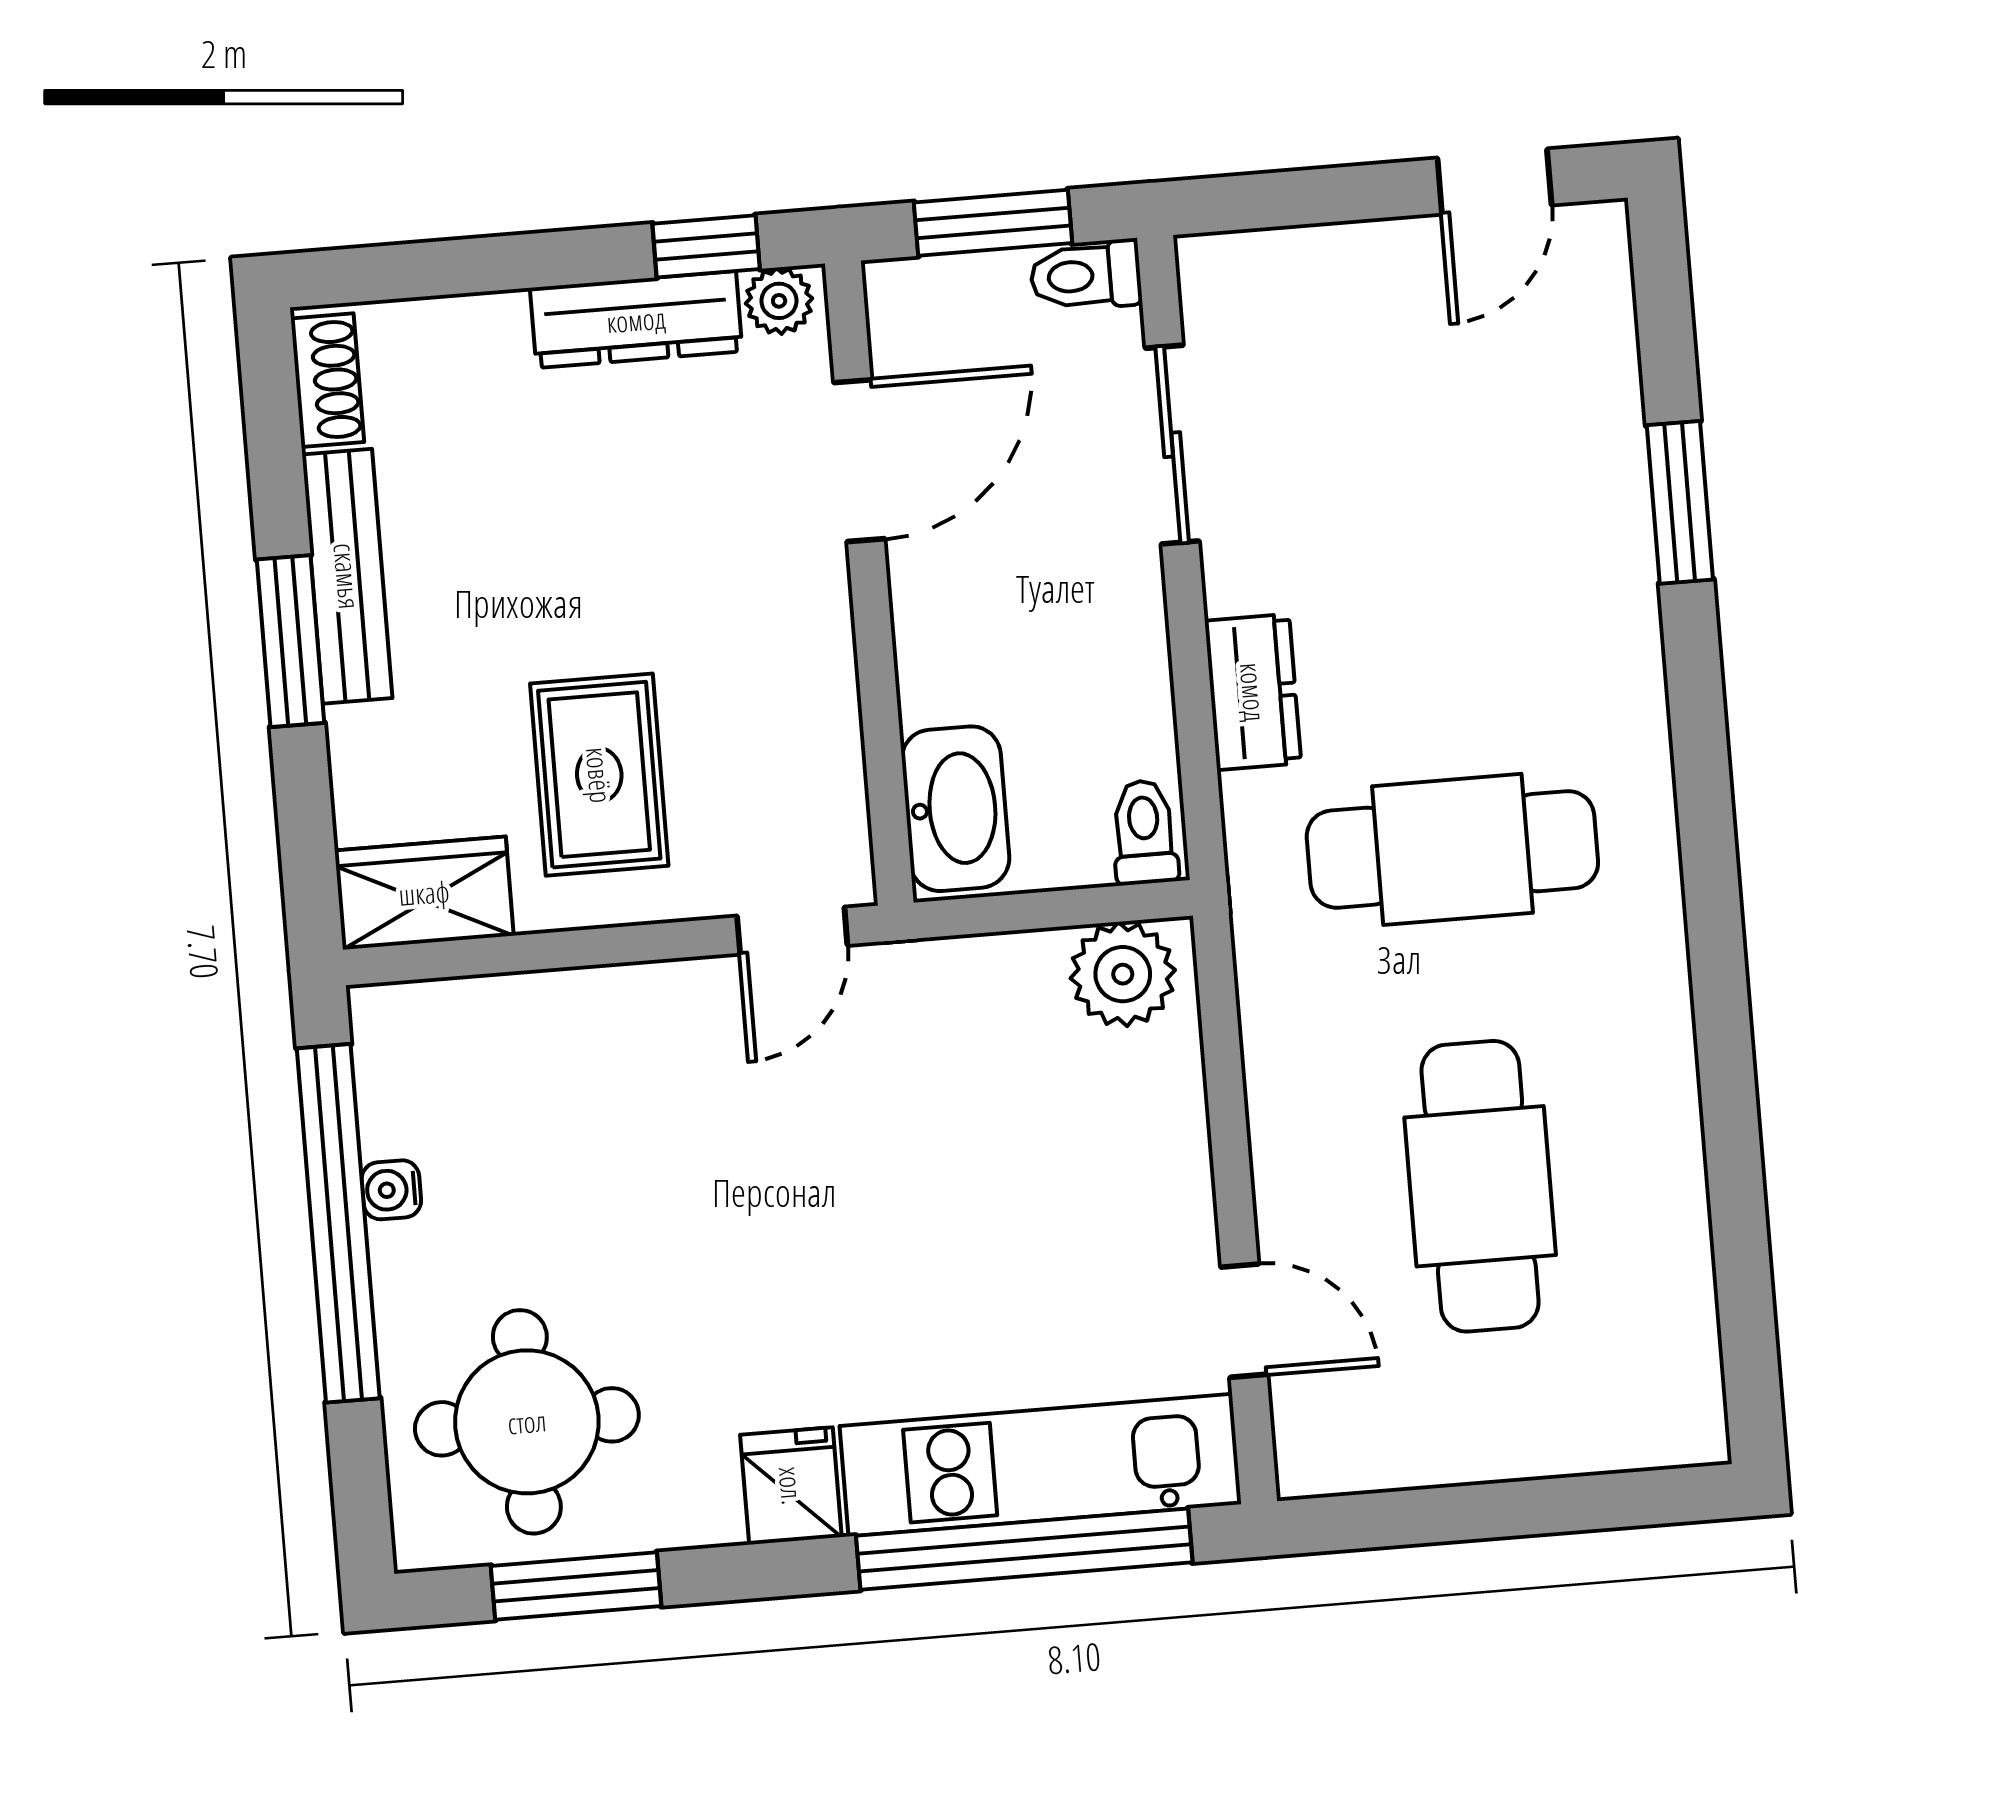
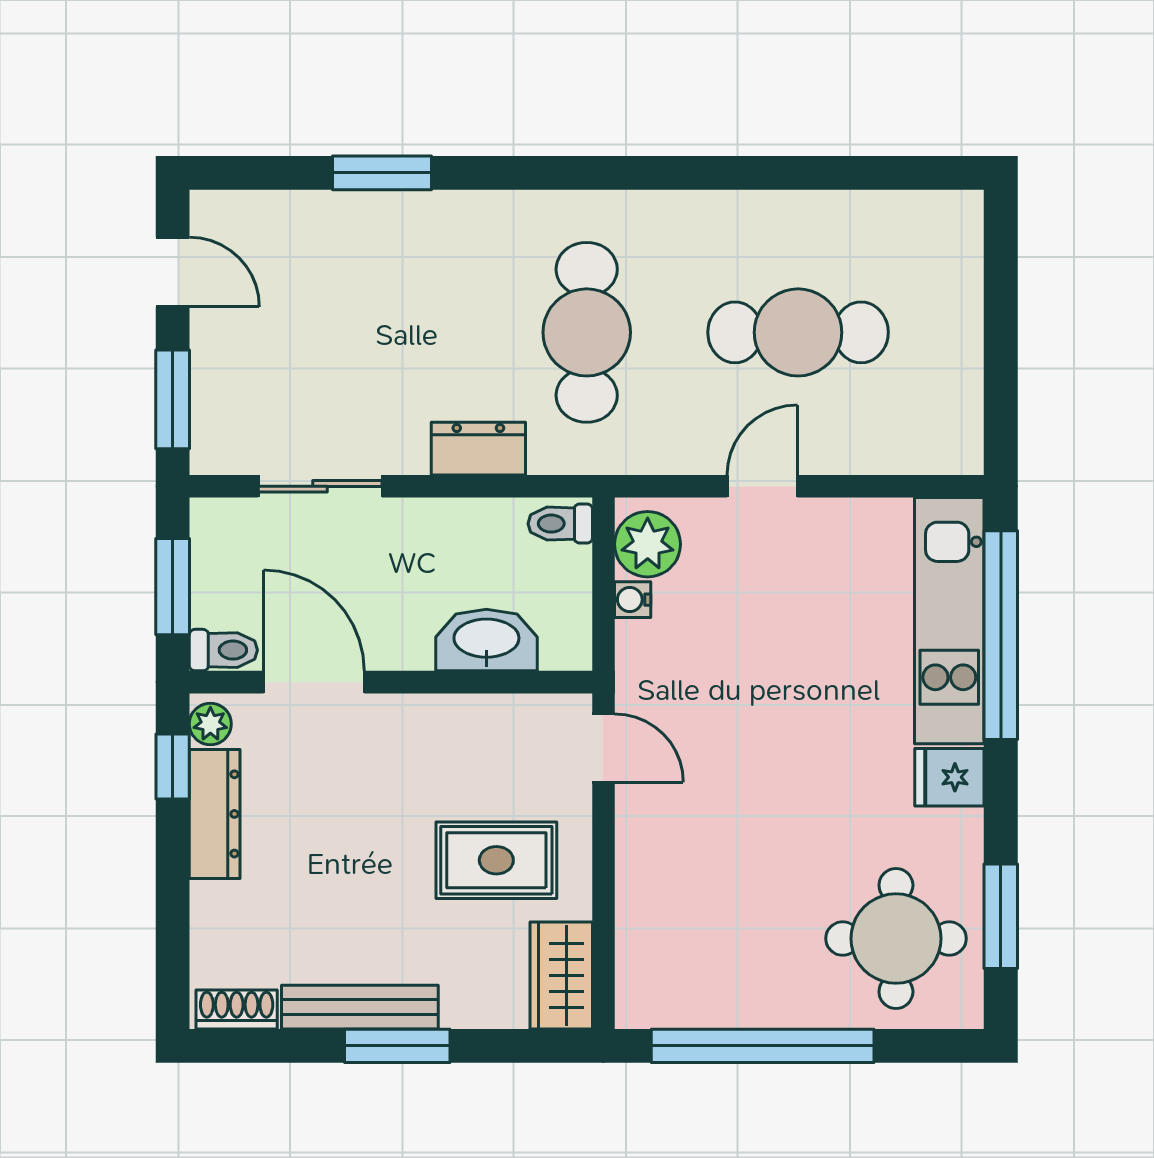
window: (1291, 198) -> (173, 399), added
toilet: (1086, 276) -> (223, 650), moved, turned -90
washbasin: (956, 809) -> (486, 640), moved
water cooler: (391, 1190) -> (633, 600), moved, turned 90
door: (1244, 1321) -> (762, 486), moved

